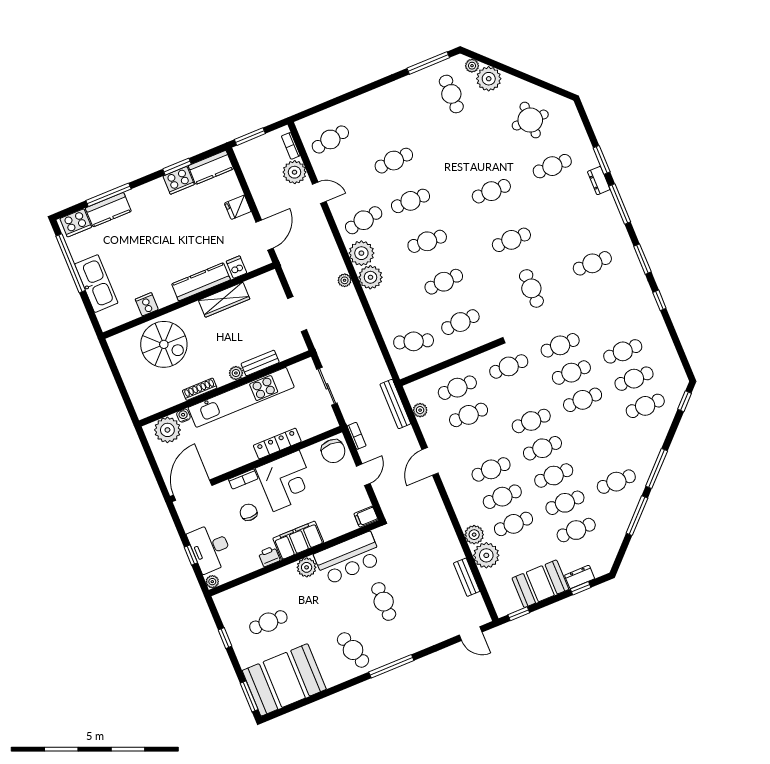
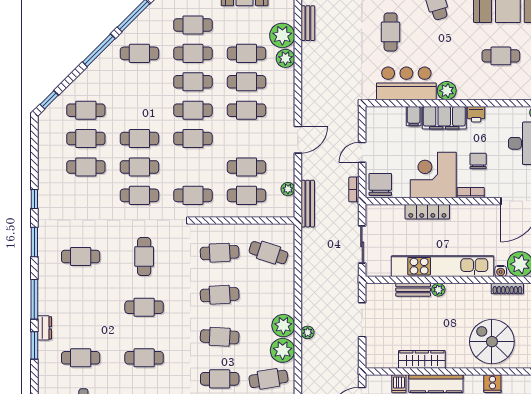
shoe rack: (200, 389) -> (507, 289), moved
chair: (249, 512) -> (478, 161), turned 180
filing cabinet: (366, 517) -> (414, 116), moved, turned 90

